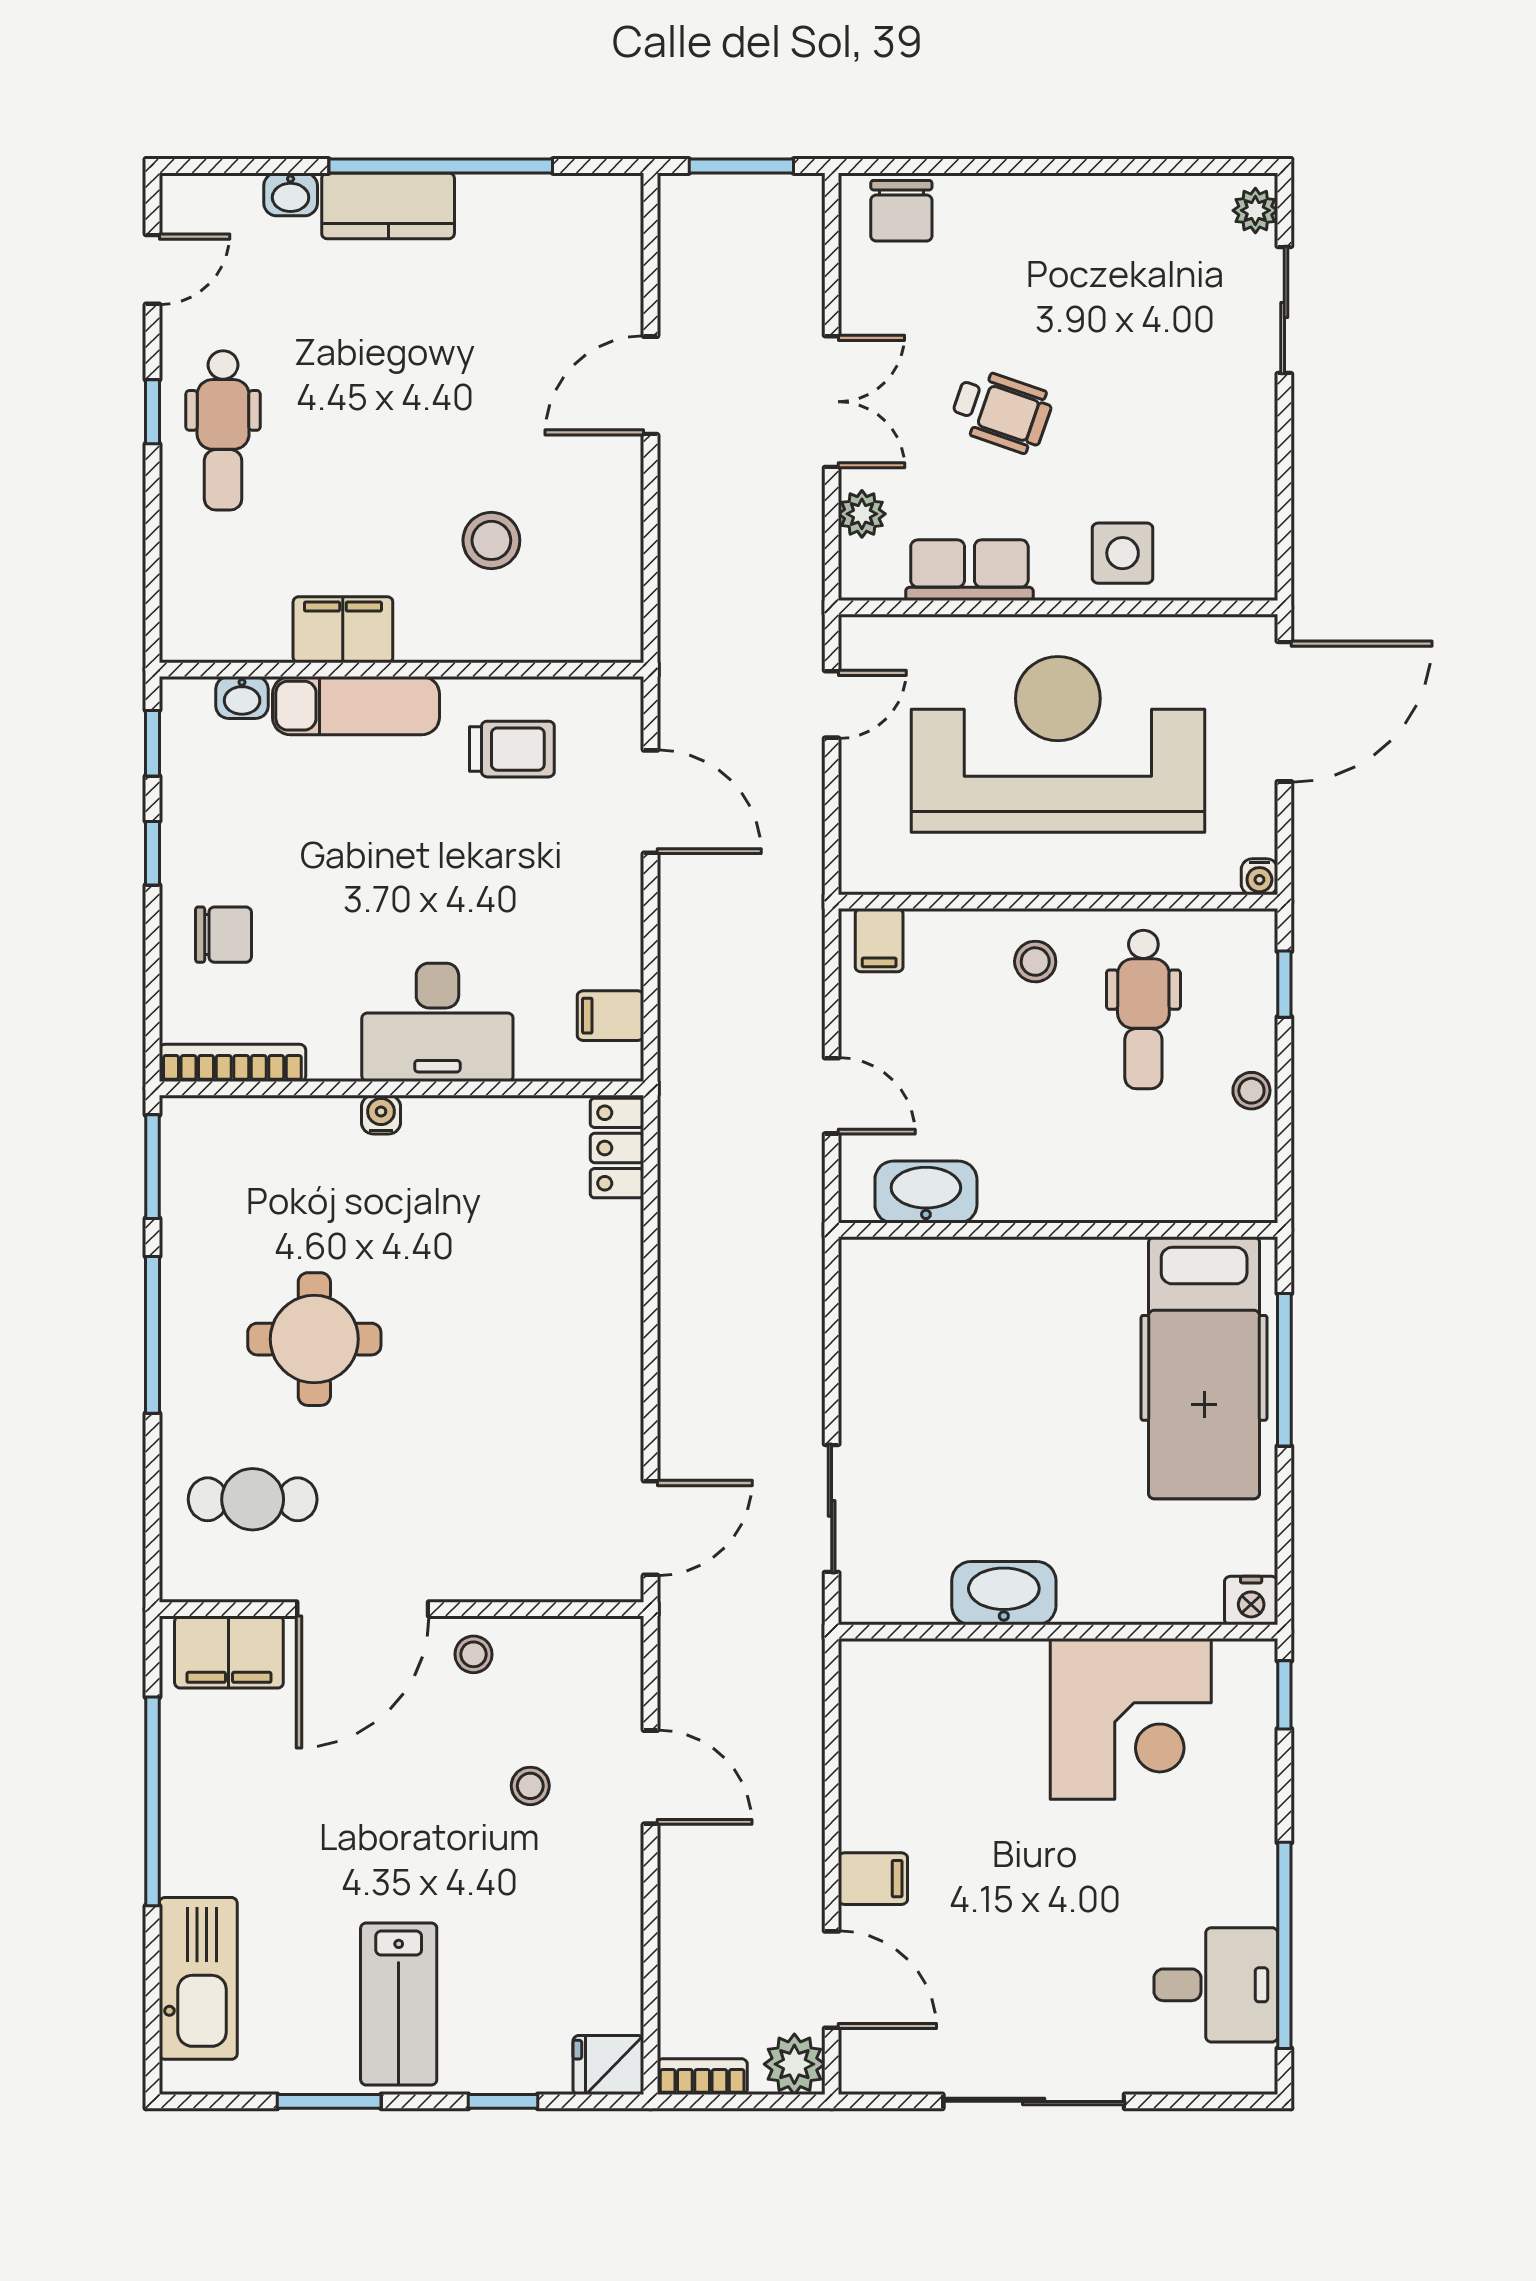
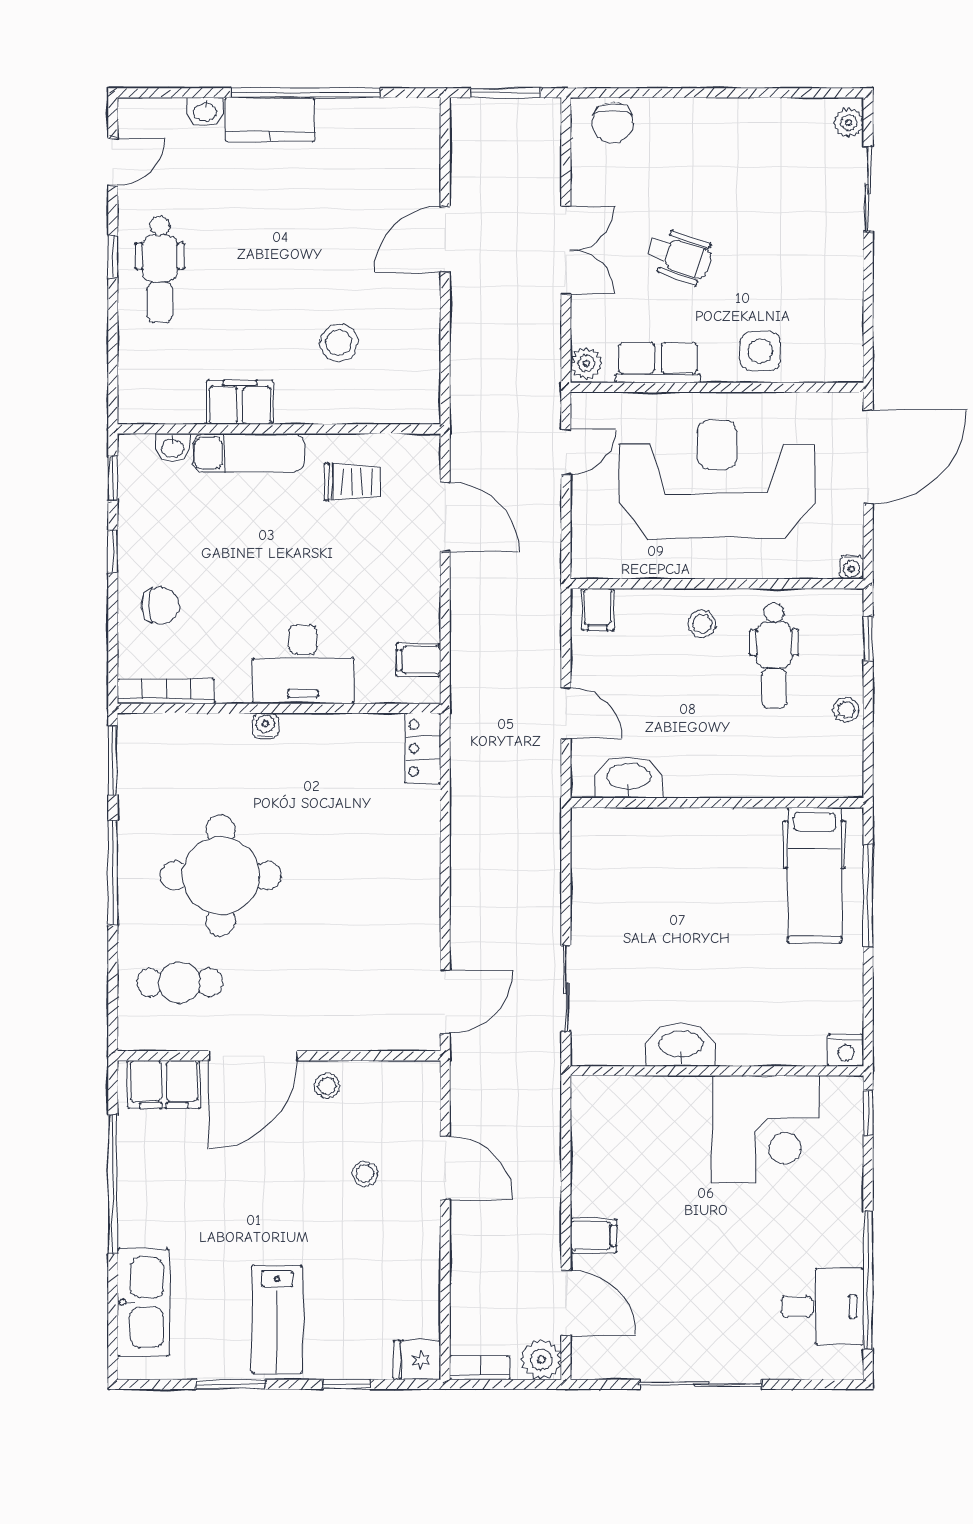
plant: (862, 514) -> (586, 363), moved
round table: (314, 1339) -> (221, 876), width x1.36, depth x1.36
hospital bed: (1204, 1368) -> (814, 875), width x0.73, depth x0.78

